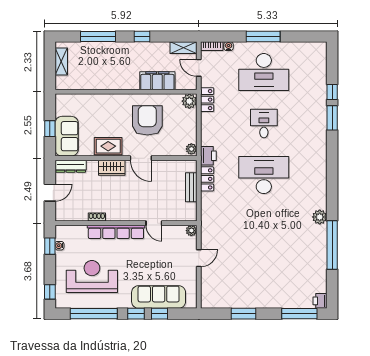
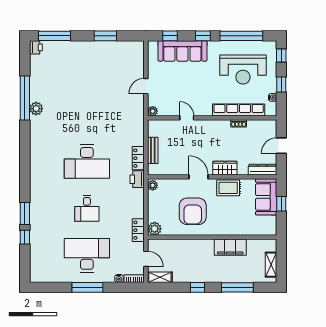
filing cabinet: (157, 81) -> (230, 247), moved
plant: (320, 217) -> (36, 109), moved
row of seats: (116, 232) -> (239, 110), moved
window: (50, 246) -> (281, 84), moved
window: (159, 314) -> (170, 36), moved

